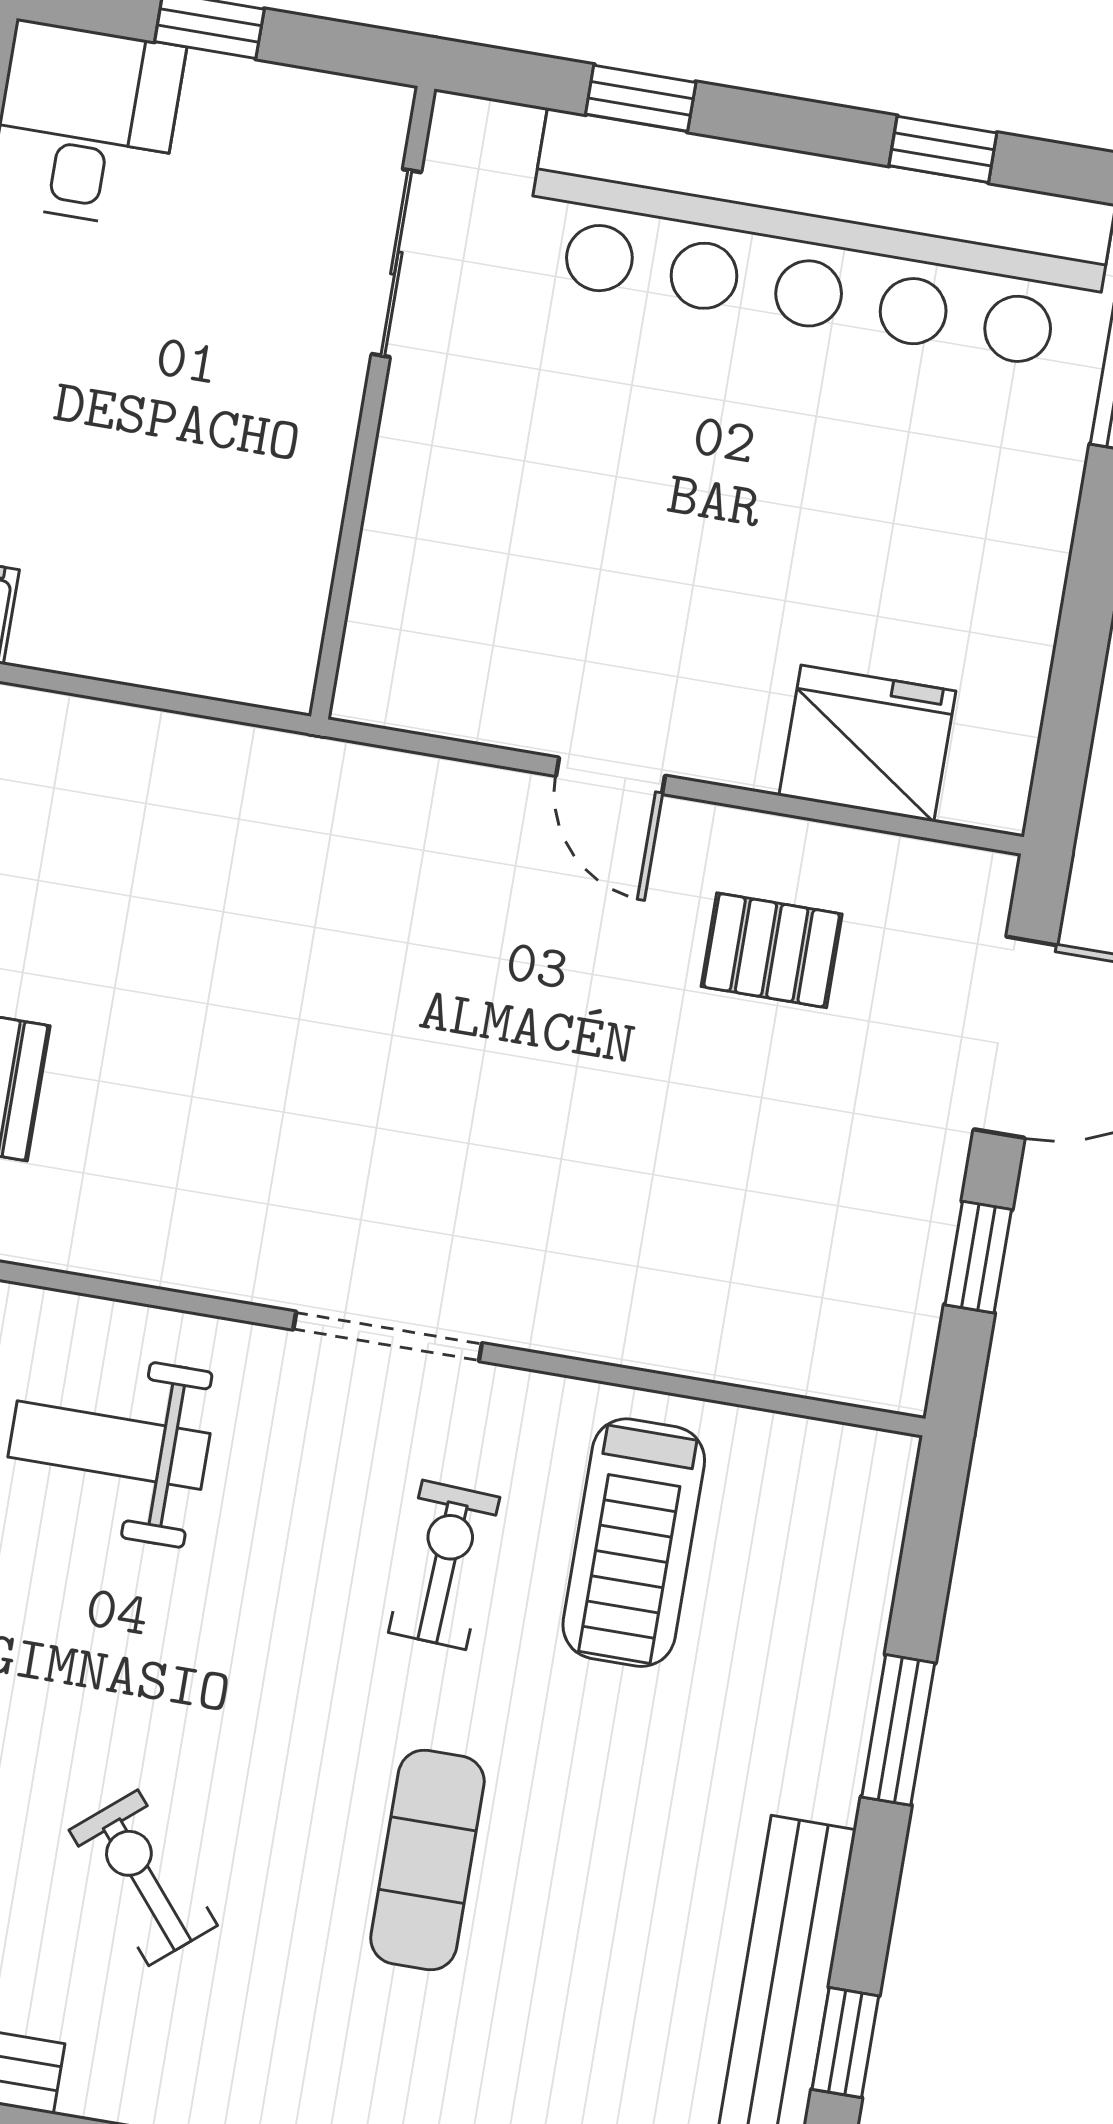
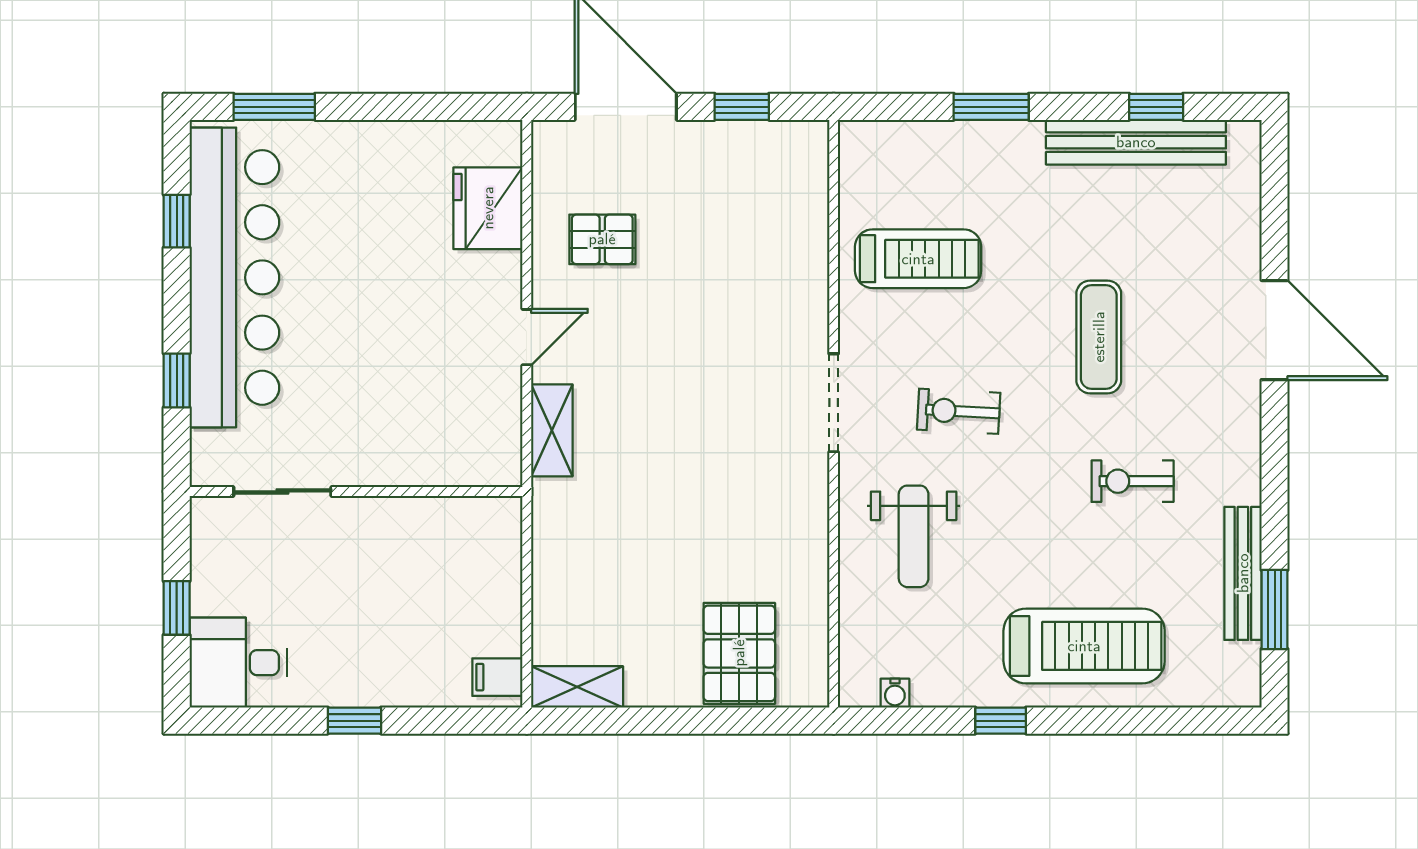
shelving: (426, 793) -> (552, 430), added
pallet: (772, 950) -> (602, 239), turned 90
exercise bike: (444, 1565) -> (959, 411), moved
exercise mat: (427, 1860) -> (1099, 337), turned 90
exercise bike: (143, 1878) -> (1133, 481), turned 40

